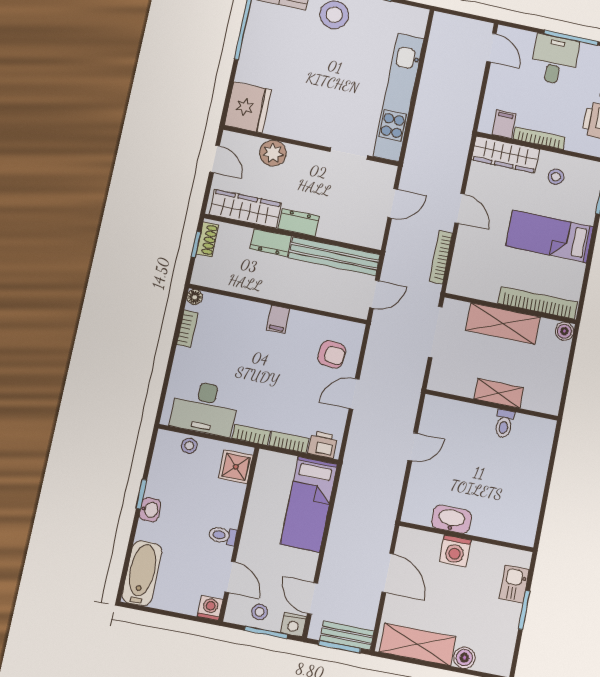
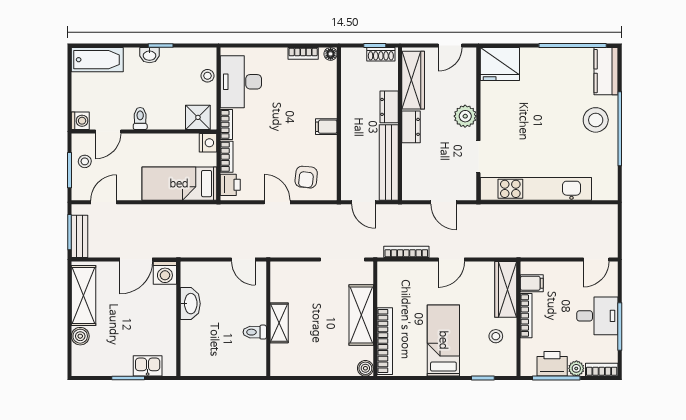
plant: (273, 153) -> (465, 116), moved
shelving: (499, 393) -> (279, 323), moved
wall: (492, 405) -> (268, 319), moved
toilet: (504, 424) -> (255, 332), moved
washing machine: (455, 551) -> (165, 273), moved, turned -90
nightstand: (293, 625) -> (208, 143), moved, turned 180

